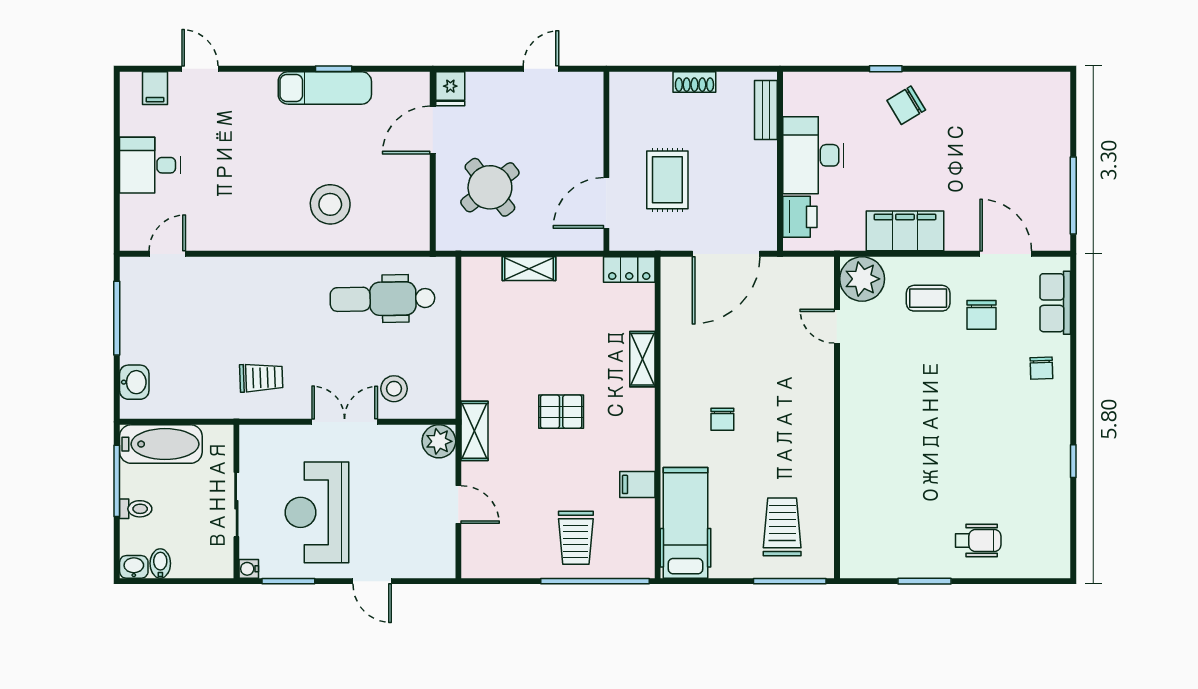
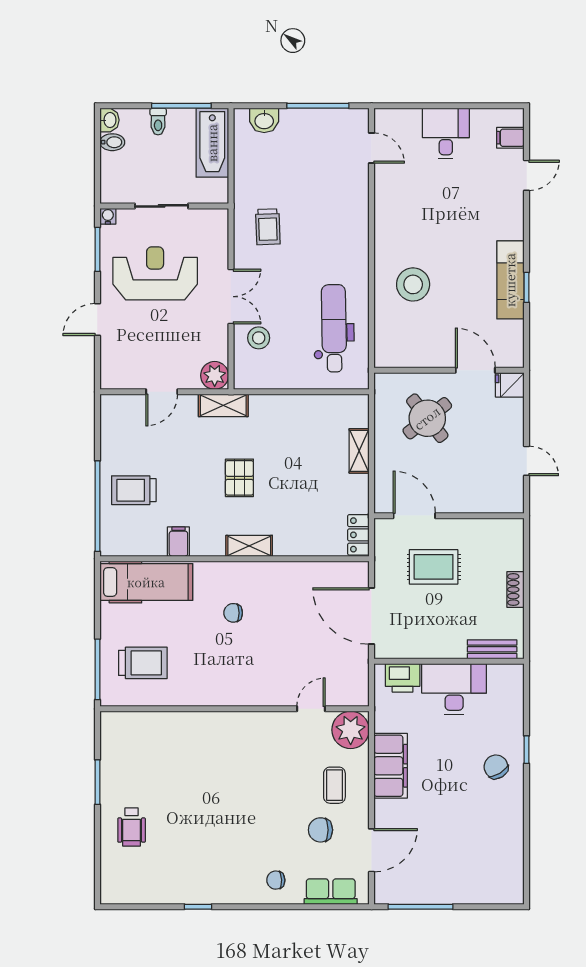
shelving: (642, 359) -> (249, 546), moved

